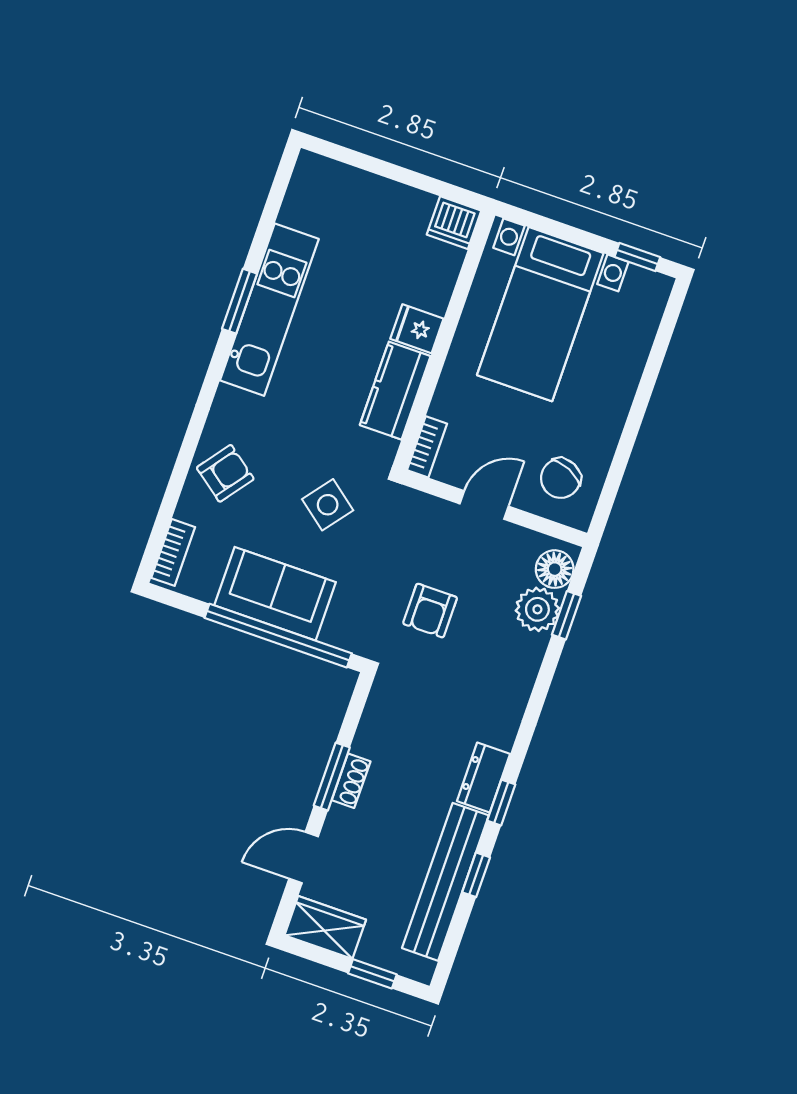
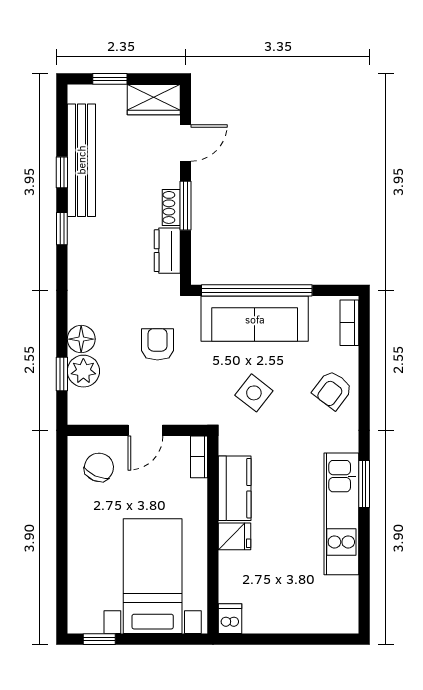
dishwasher: (454, 223) -> (230, 619), width x0.73
window: (240, 301) -> (364, 484), moved
floor lamp: (555, 569) -> (81, 339), moved
sofa: (275, 594) -> (255, 319), width x1.36
dresser: (484, 777) -> (167, 251), moved, turned 180

